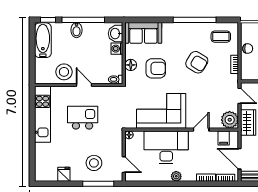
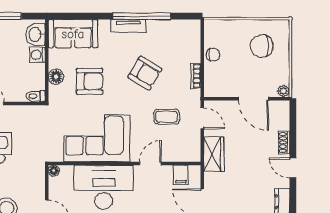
tv unit: (185, 27) -> (128, 26), added
coffee table: (221, 37) -> (167, 117), moved
plant: (230, 120) -> (189, 150), removed

